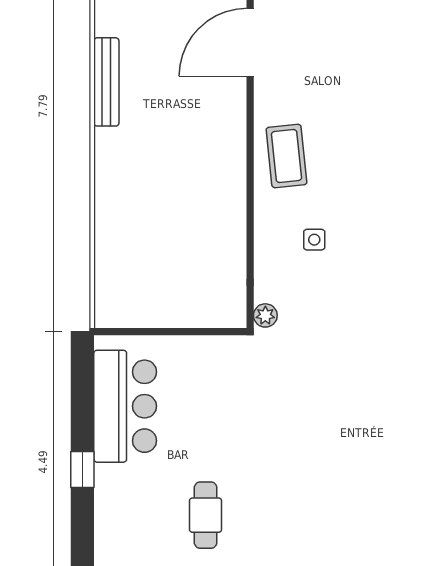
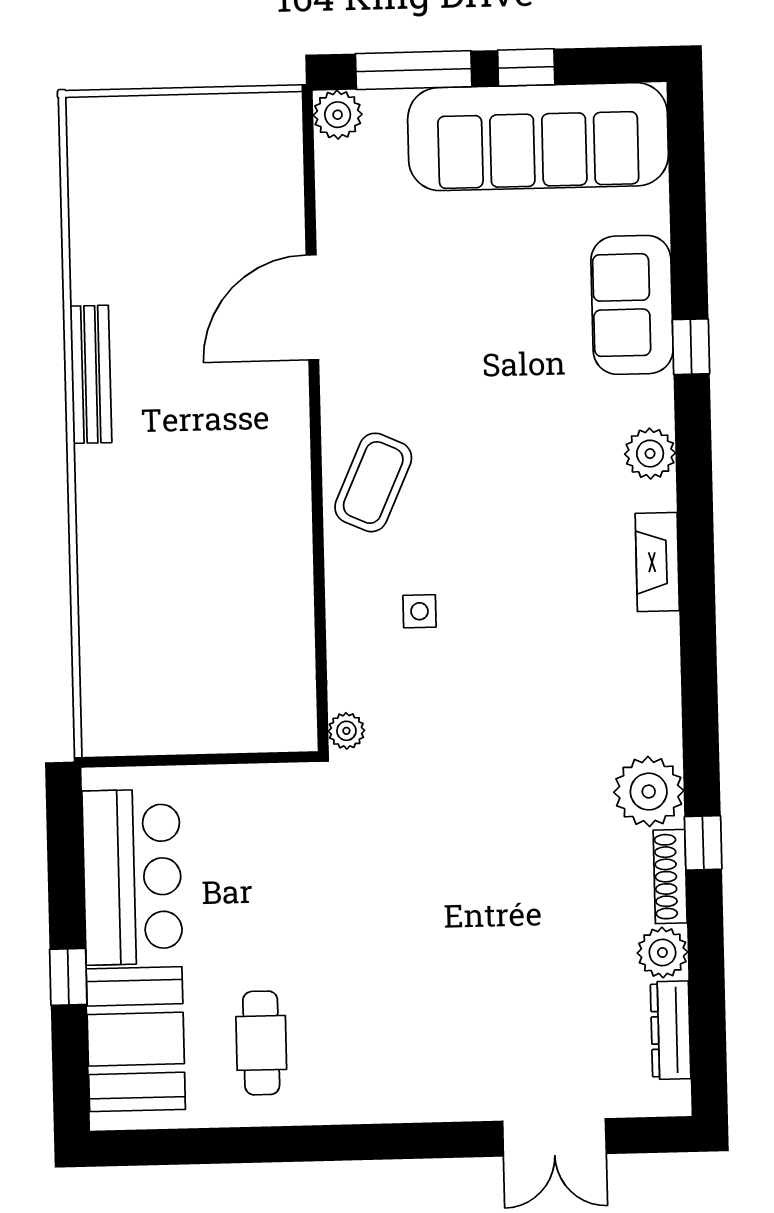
coffee table: (286, 156) -> (373, 482), turned 30
booth: (125, 511) -> (136, 1039), added

